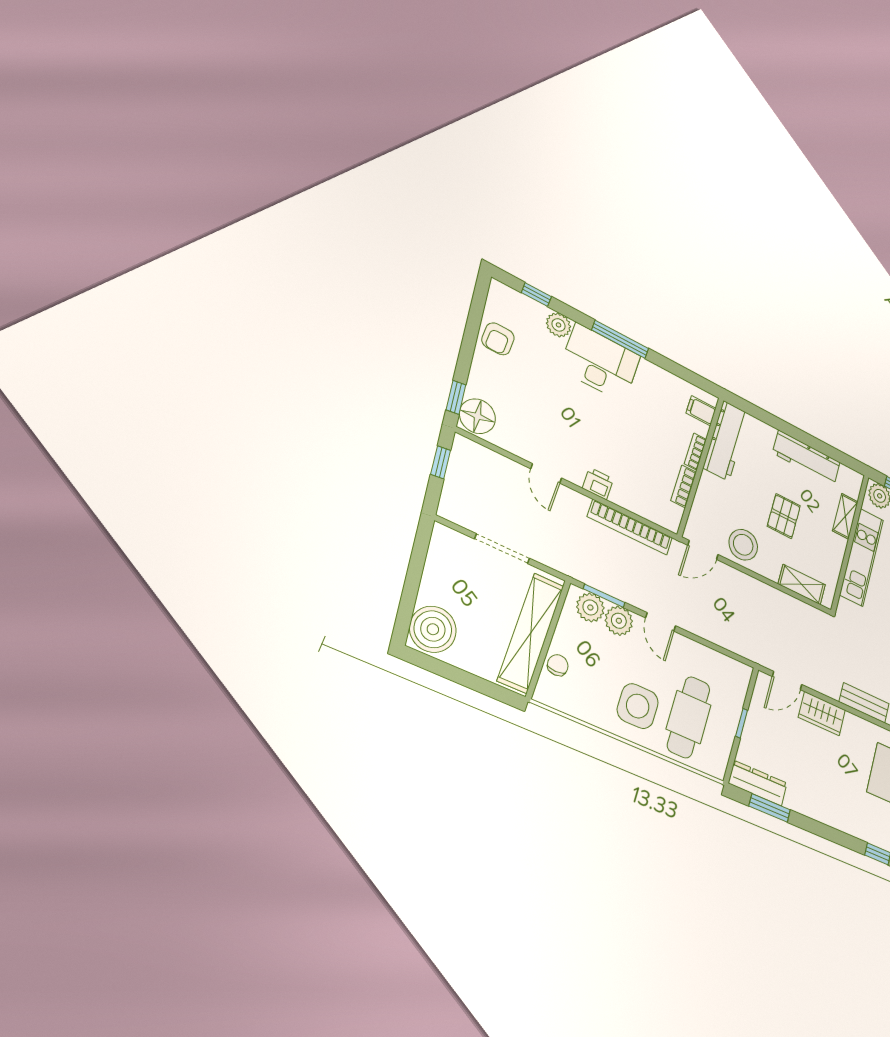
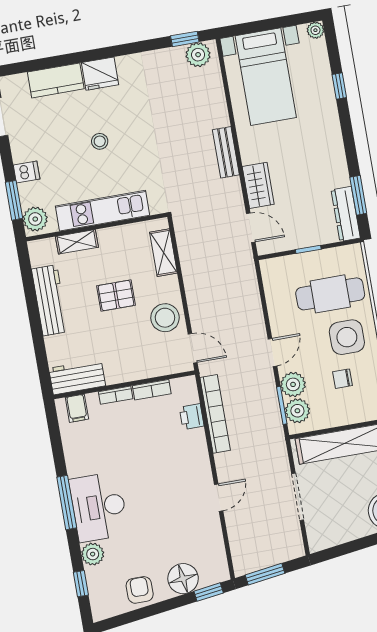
armchair: (498, 339) -> (140, 590), turned -90
floor lamp: (477, 416) -> (183, 579), moved
workbench: (726, 440) -> (77, 377), width x0.73
window: (441, 462) -> (265, 574), width x1.50
printer: (598, 484) -> (192, 417), moved
chair: (558, 665) -> (342, 379), moved

